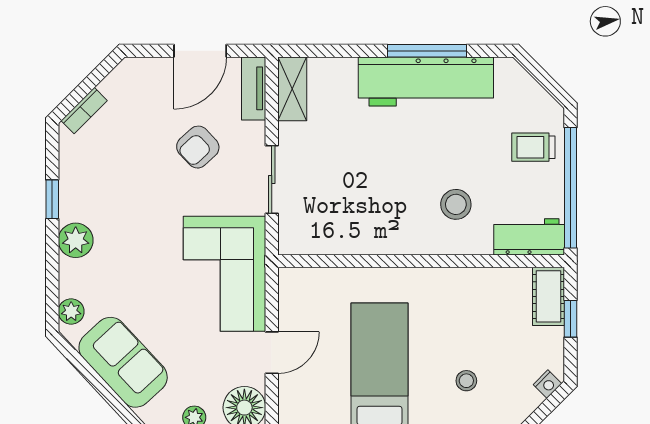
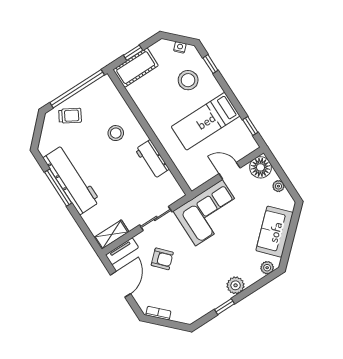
door: (200, 51) -> (121, 284), hinge flipped
bookcase: (84, 111) -> (158, 313), moved
trolley: (533, 147) -> (70, 116), turned -60
workbench: (529, 237) -> (152, 159), moved
cot: (549, 296) -> (136, 68), width x1.37, depth x1.34
stool: (466, 381) -> (188, 80), width x1.89, depth x1.89
nightstand: (547, 384) -> (180, 47), moved

